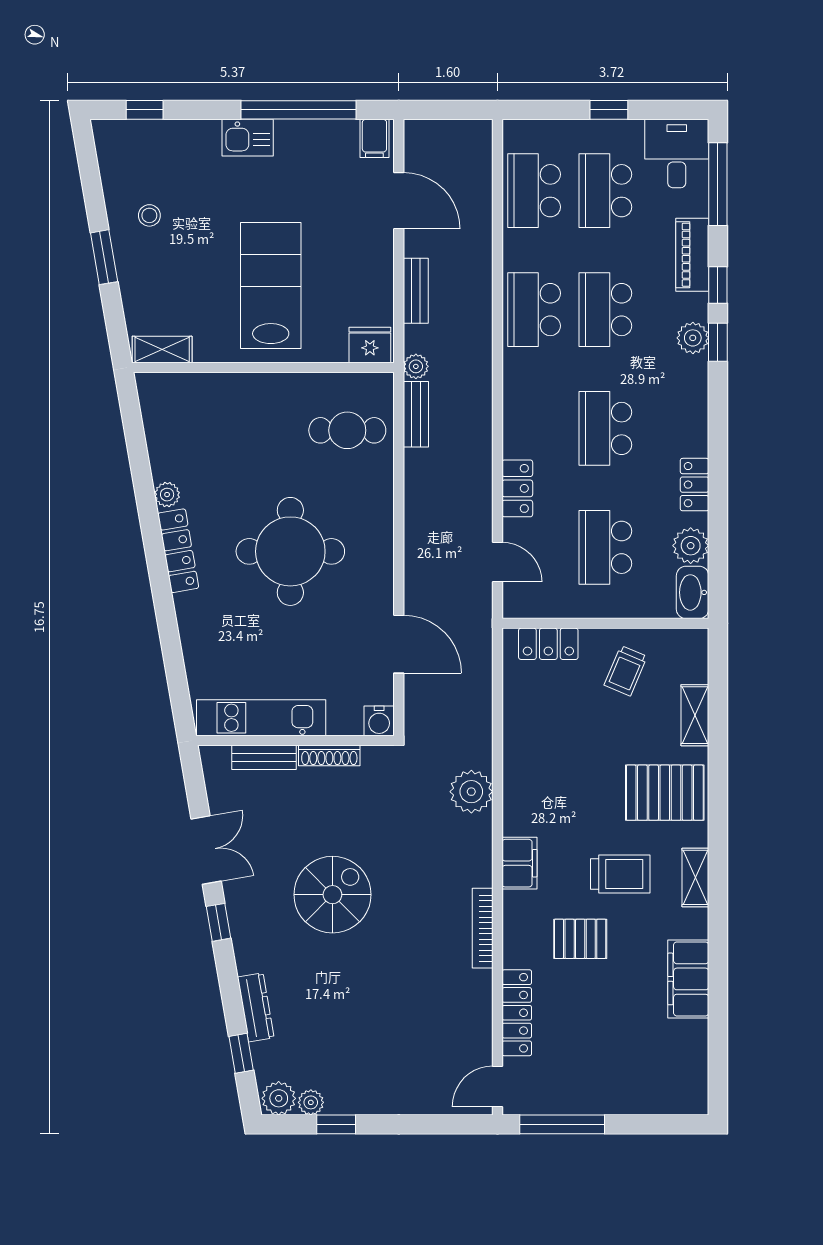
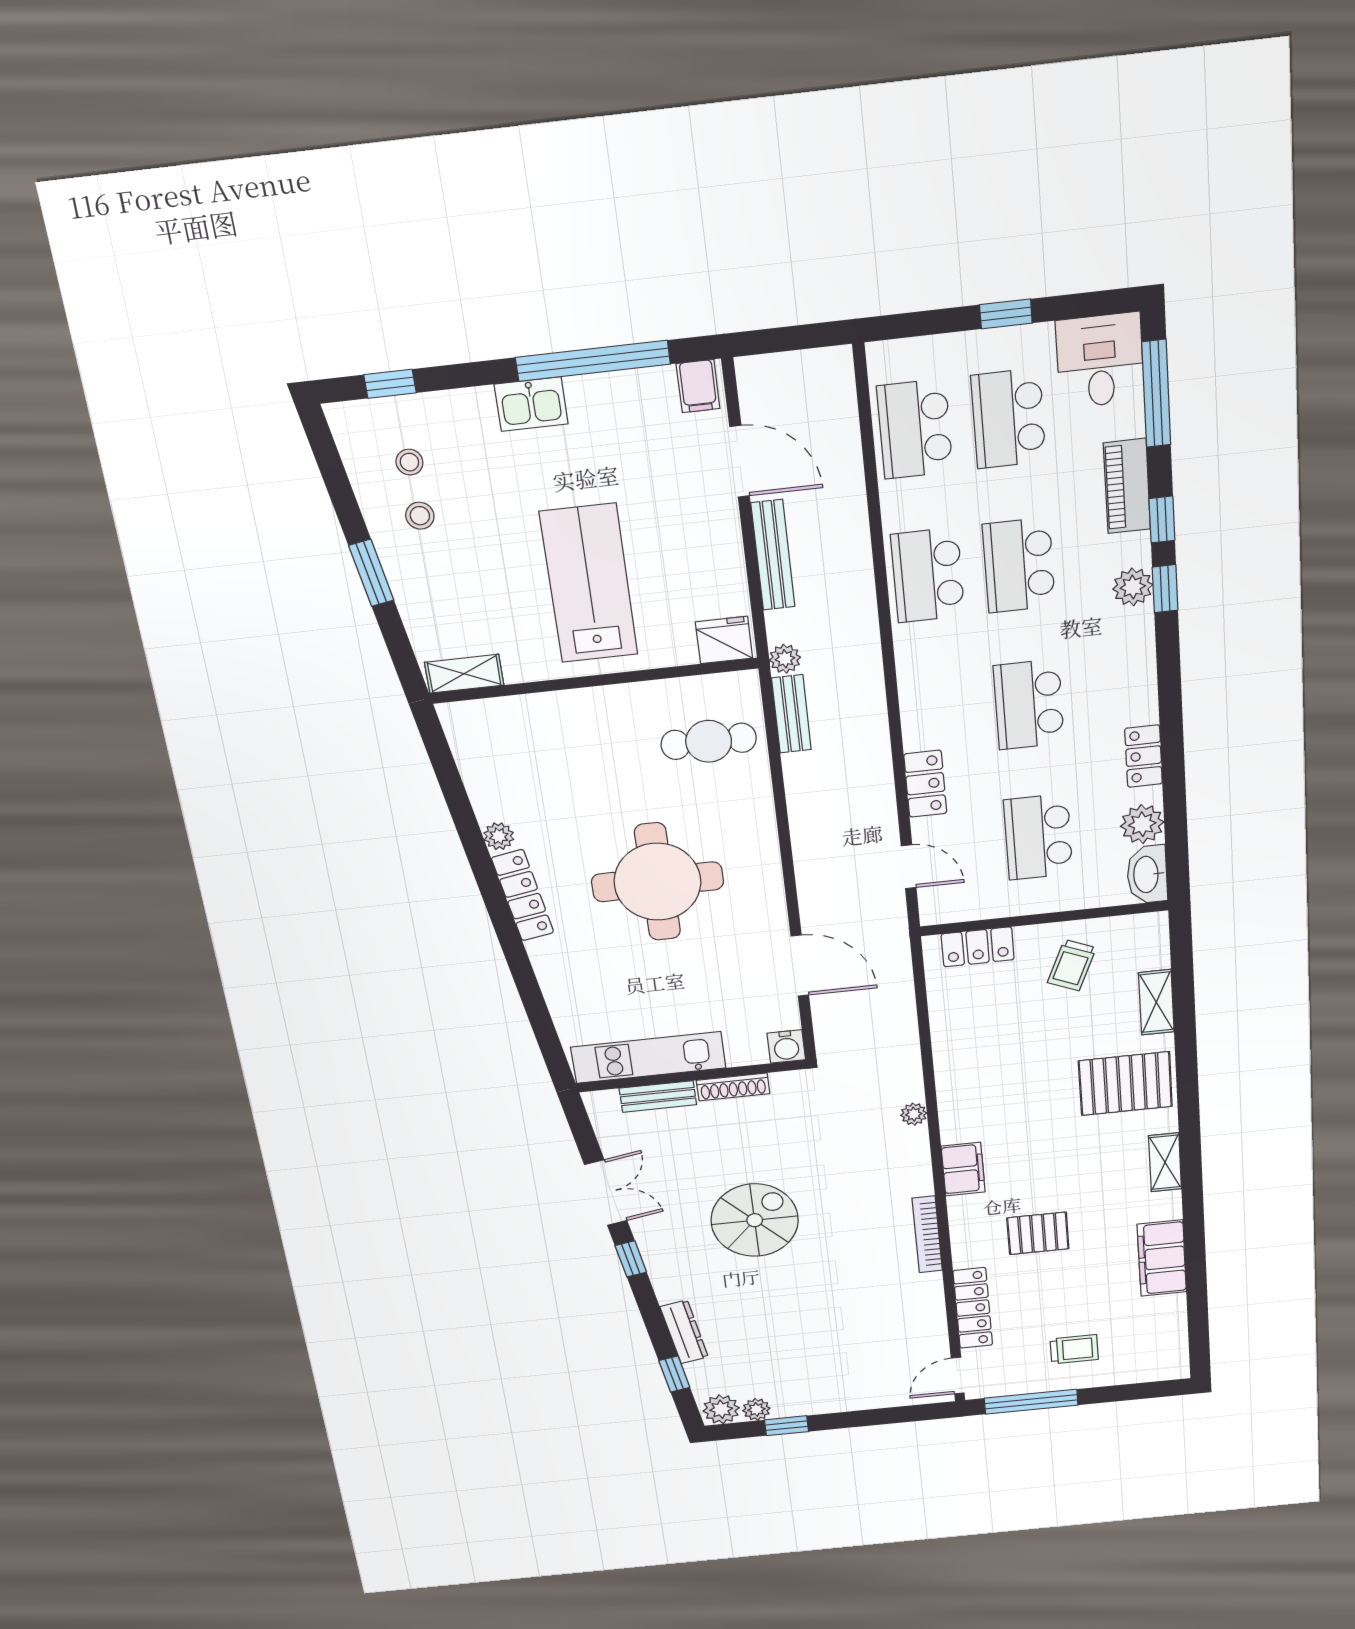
stool: (149, 172) -> (409, 462), added
bench: (416, 291) -> (773, 555), width x1.36
plant: (471, 792) -> (914, 1114), width x0.53, depth x0.53
trolley: (620, 874) -> (1074, 1349), moved, width x0.73, depth x0.72

